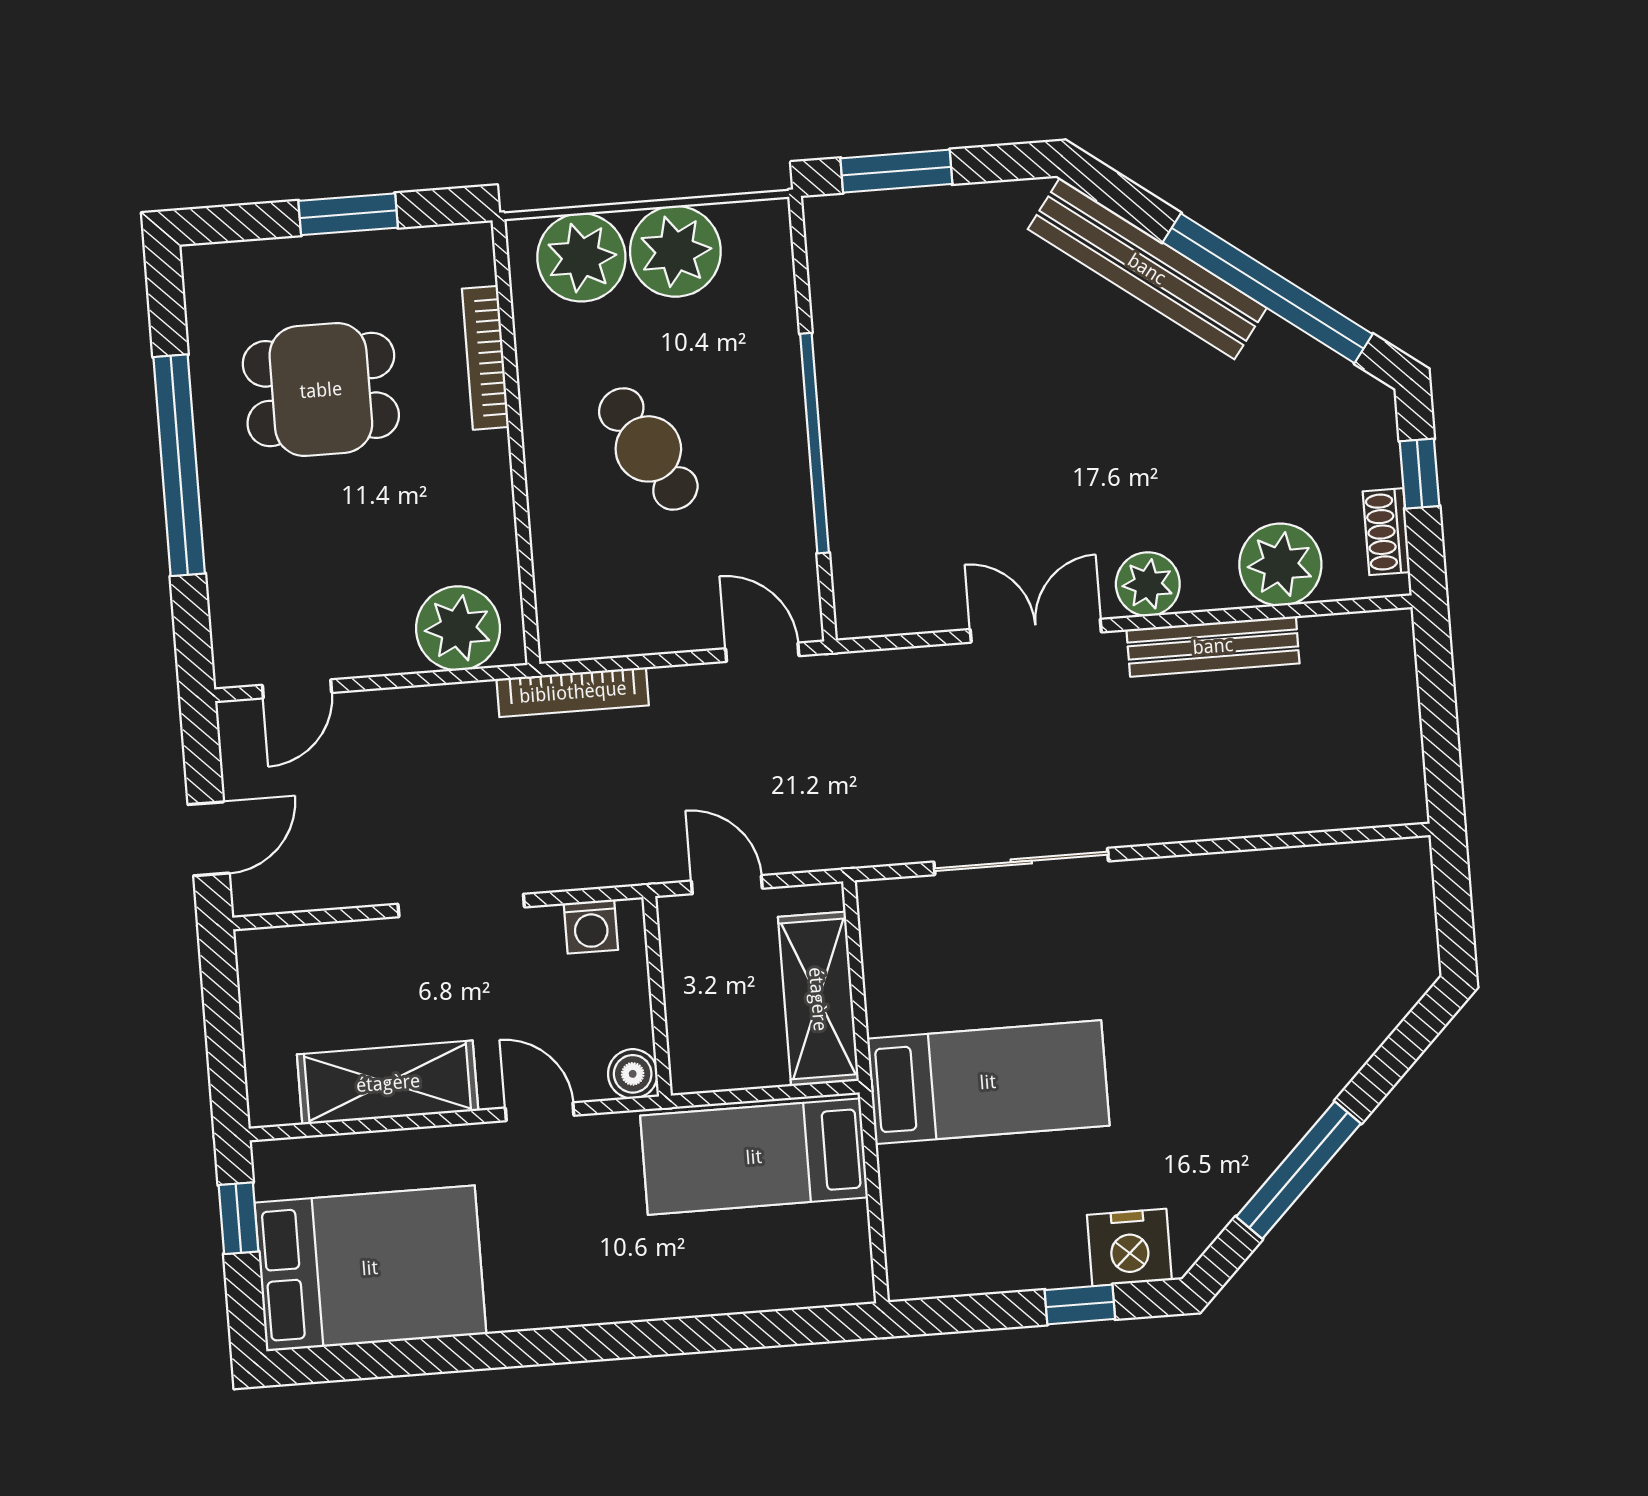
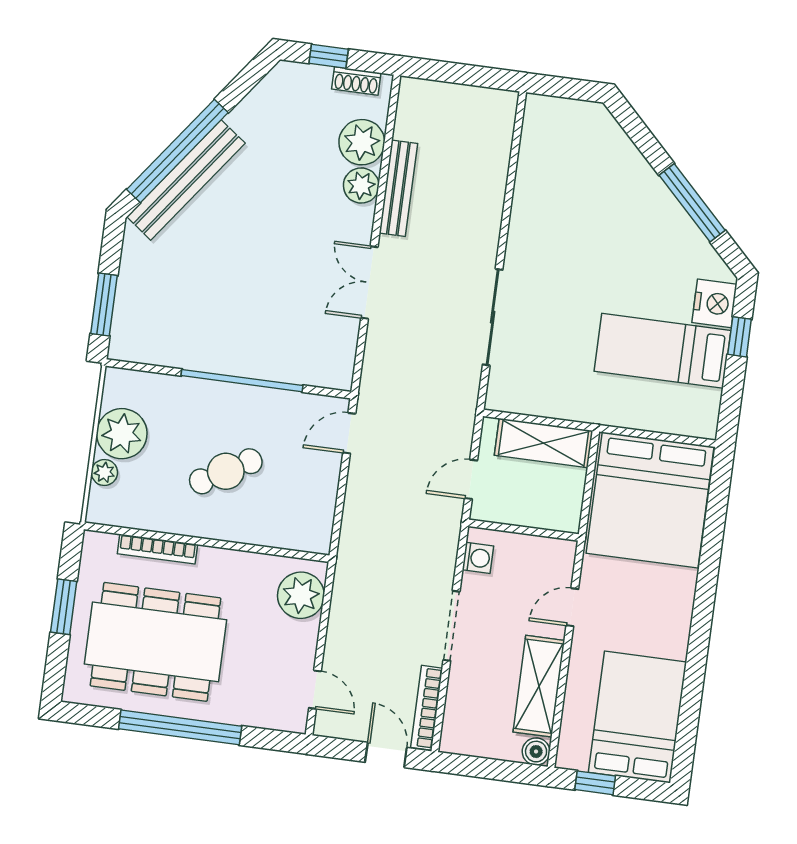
plant: (581, 257) -> (104, 472), width x0.53, depth x0.53
window: (1268, 288) -> (177, 151), moved
dining table: (321, 390) -> (155, 642), width x1.88, depth x1.24
plant: (1148, 584) -> (361, 186), moved
bookcase: (573, 692) -> (427, 708), moved, turned 180
boiler: (633, 1074) -> (536, 752), moved
bed: (988, 1082) -> (662, 351), moved, turned -90
bed: (754, 1157) -> (650, 500), width x2.04

